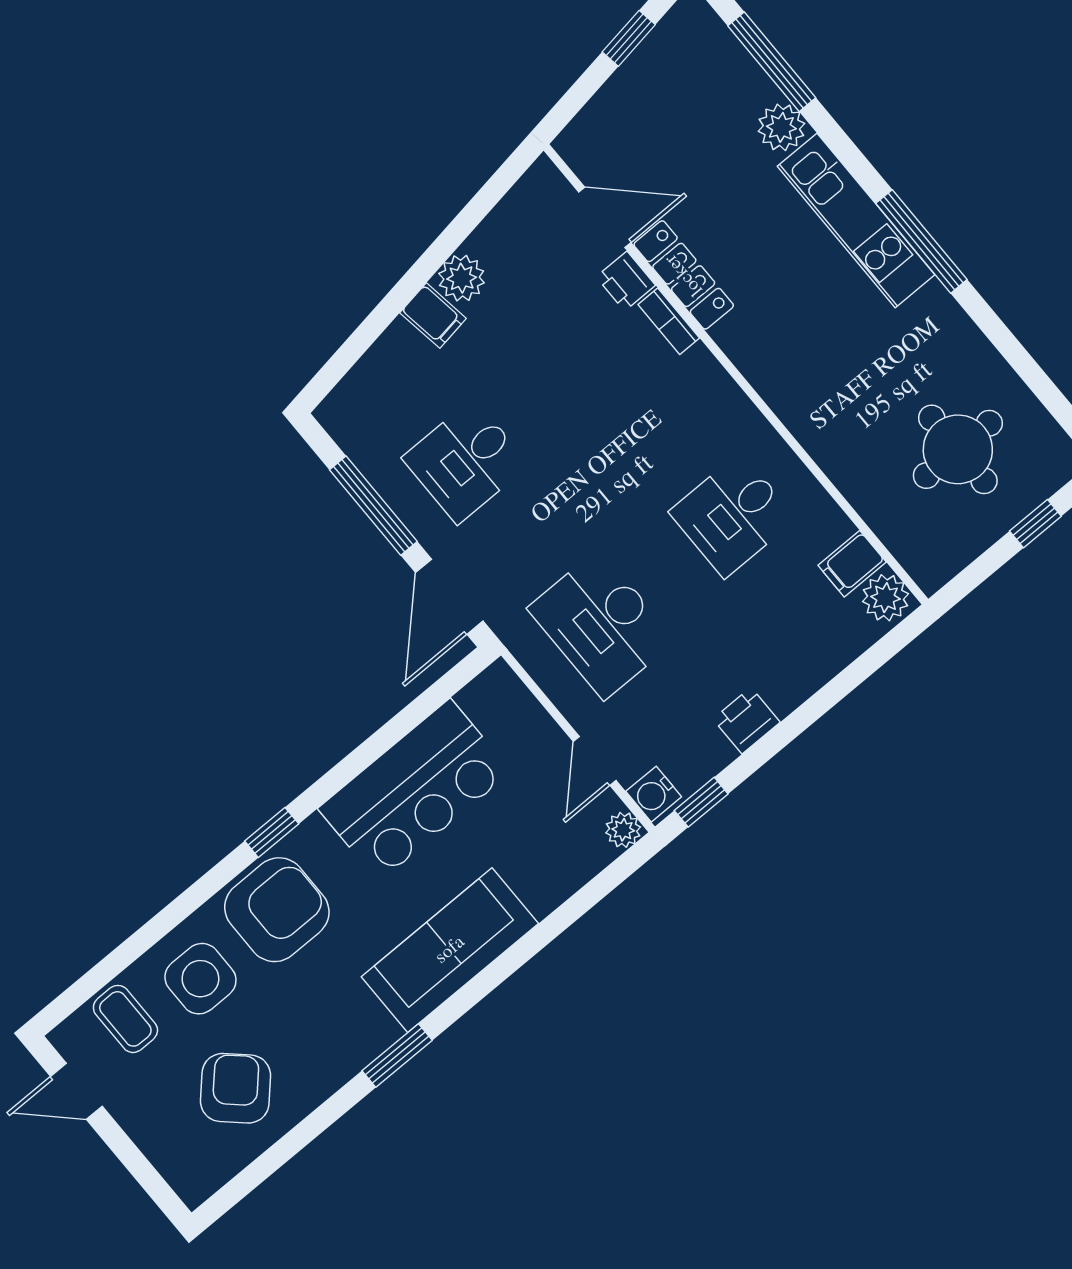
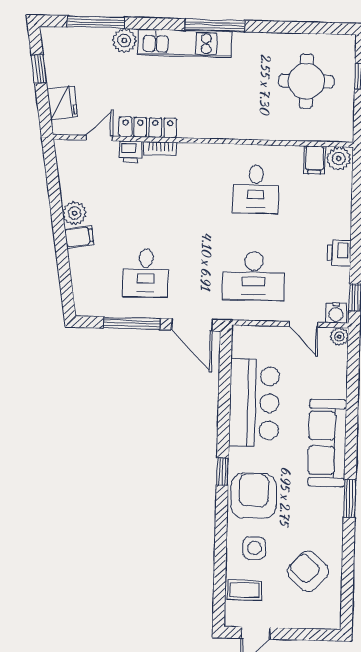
fridge: (609, 117) -> (62, 103), added
door: (605, 217) -> (99, 138), width x0.73
side table: (200, 979) -> (254, 548), width x0.73, depth x0.73

